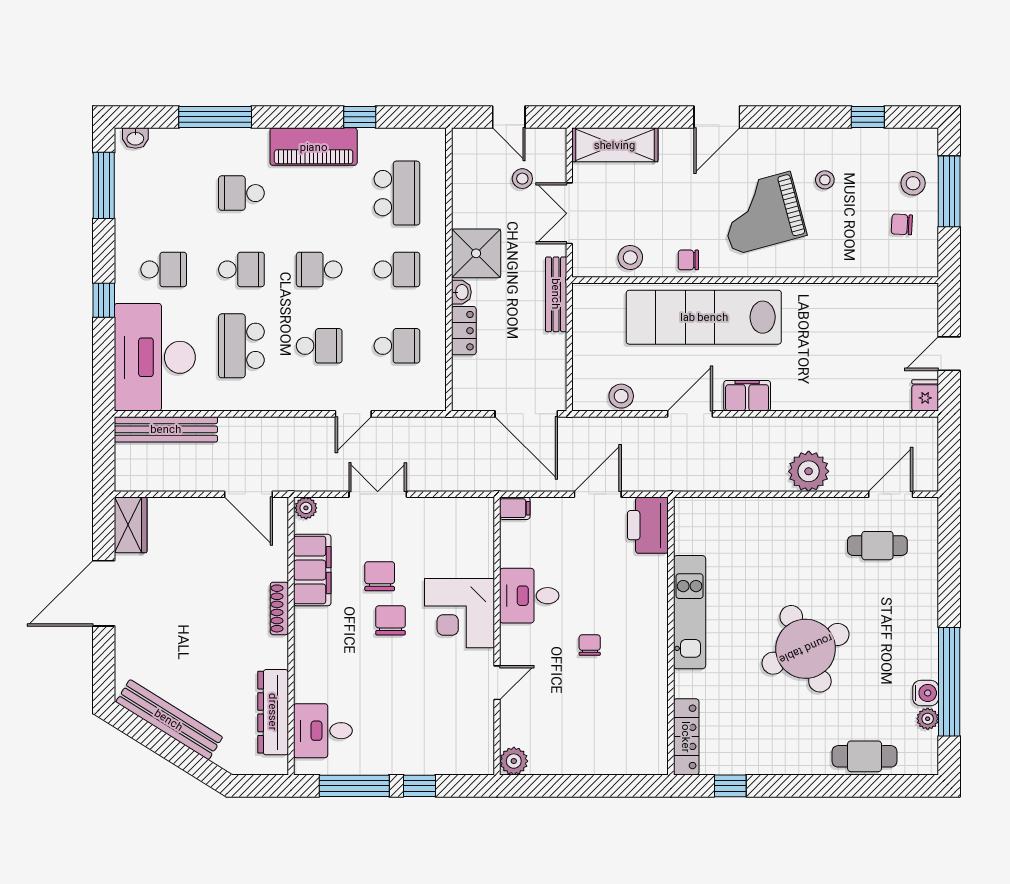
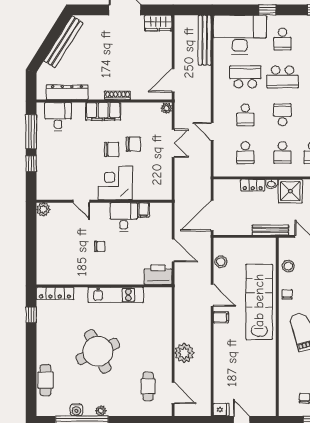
school desk: (241, 269) -> (282, 77), width x1.85
filing cabinet: (747, 396) -> (221, 317), width x0.50
filing cabinet: (515, 508) -> (144, 210), moved
filing cabinet: (312, 570) -> (103, 111), moved
plant: (928, 719) -> (101, 411), moved

